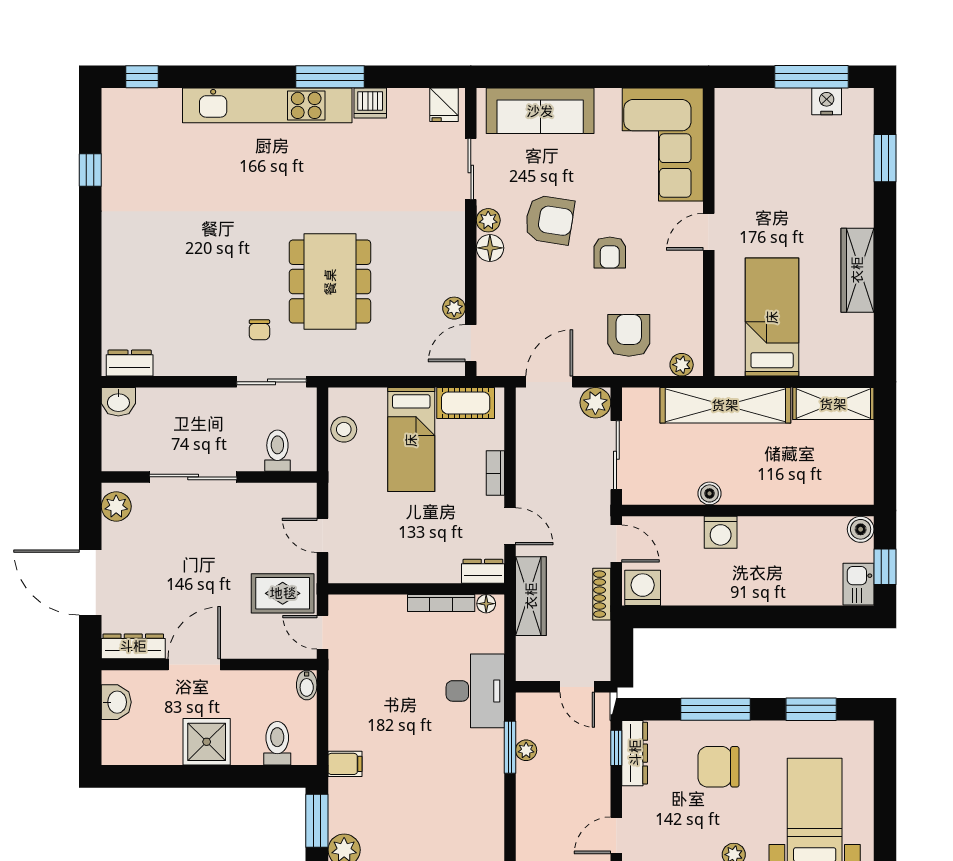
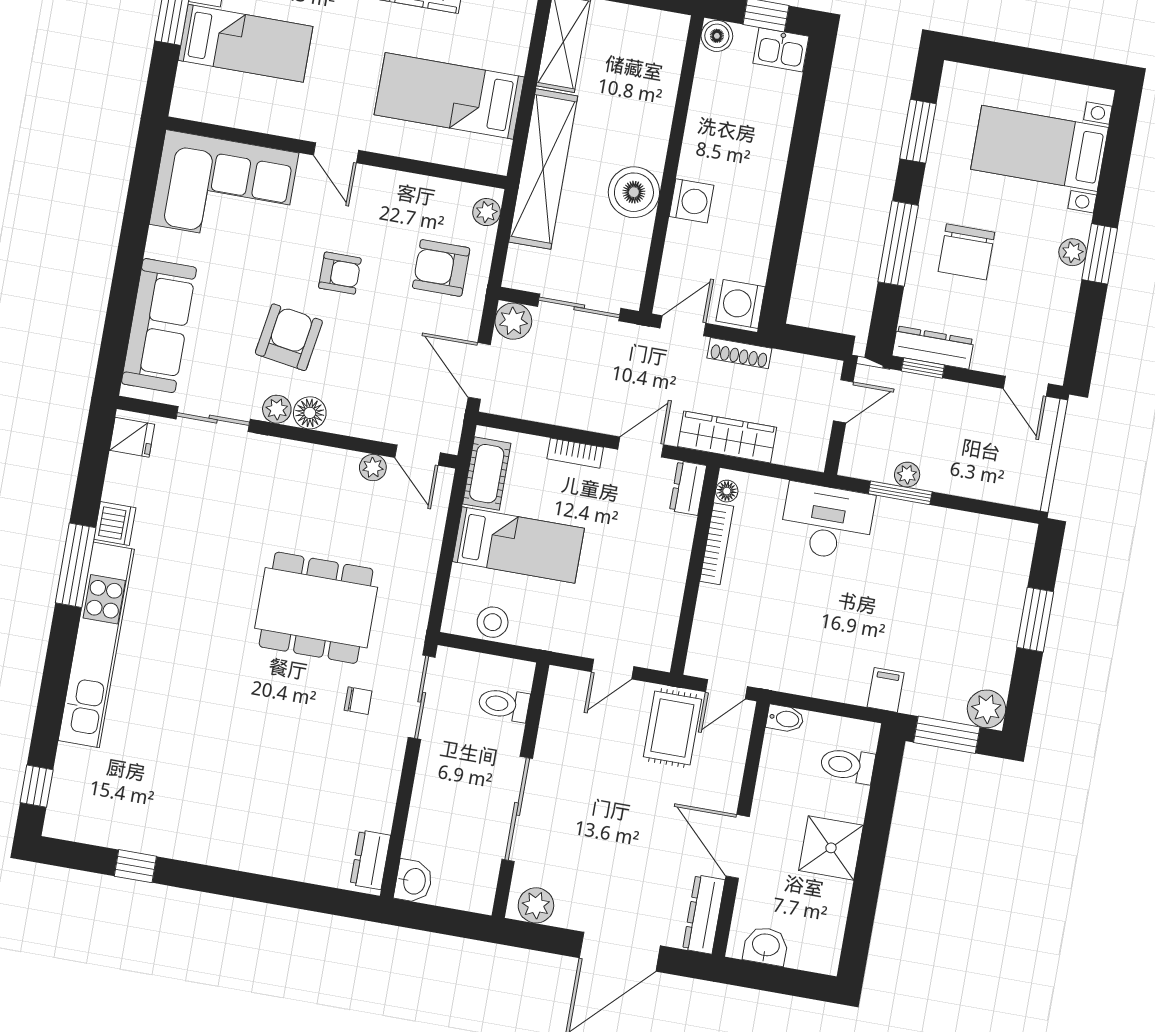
bed: (786, 141) -> (246, 43), added
boiler: (710, 493) -> (634, 192), width x1.86, depth x1.86

